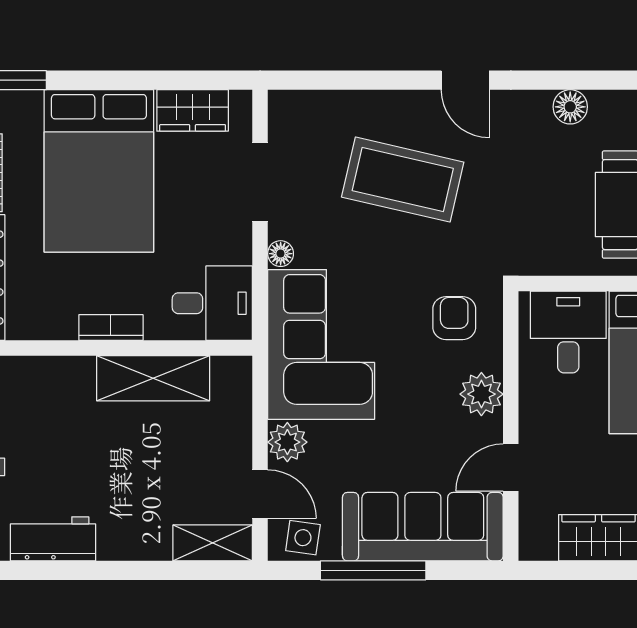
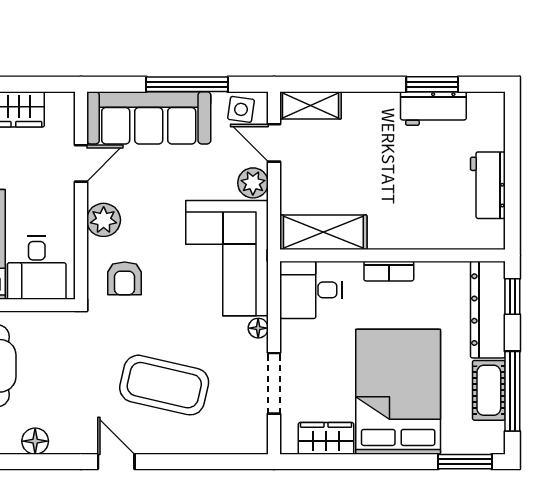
shelving: (153, 378) -> (323, 232), moved
window: (55, 570) -> (432, 84), added

